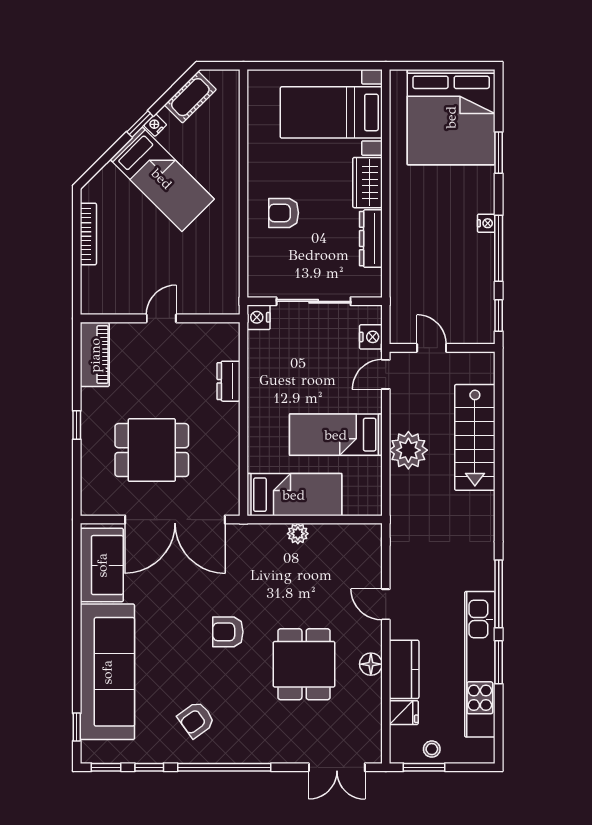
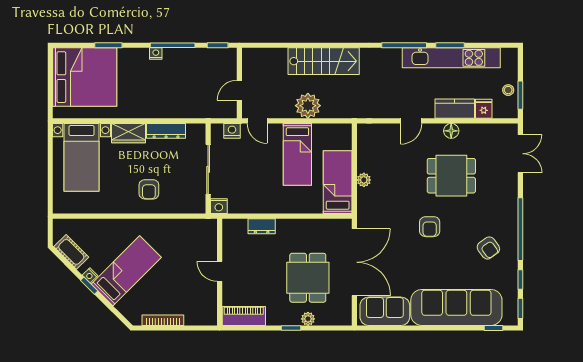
stairs: (475, 437) -> (324, 61), moved
plant: (90, 450) -> (308, 319), added

